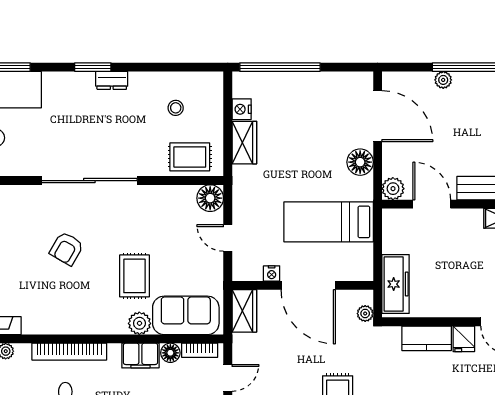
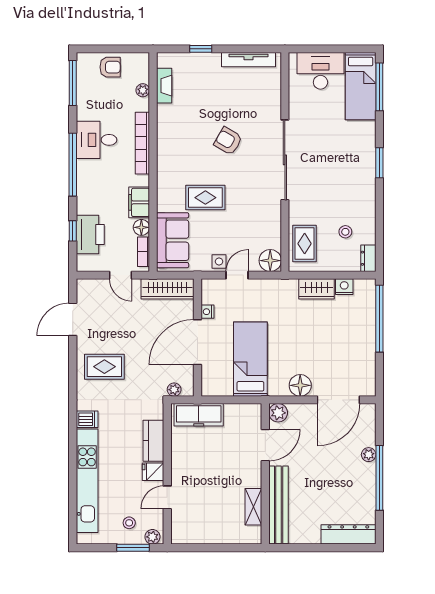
dresser: (112, 80) -> (368, 258), moved
side table: (211, 260) -> (219, 262), added
wardrobe: (244, 311) -> (168, 289), width x1.50
plant: (139, 323) -> (166, 202), removed

